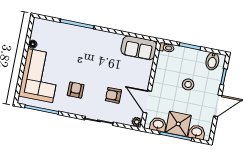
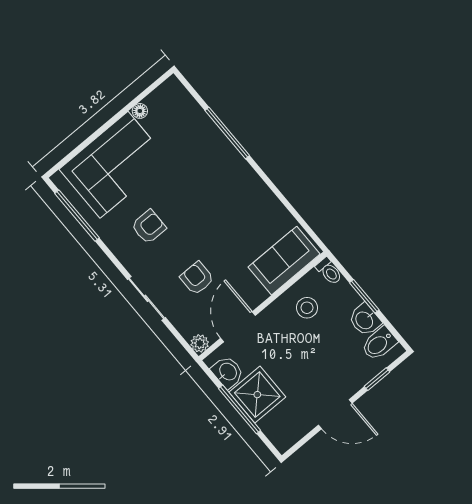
sofa: (139, 48) -> (284, 261), moved, turned 90
stool: (188, 84) -> (307, 308), moved
washbasin: (197, 132) -> (365, 320), moved, turned 180

